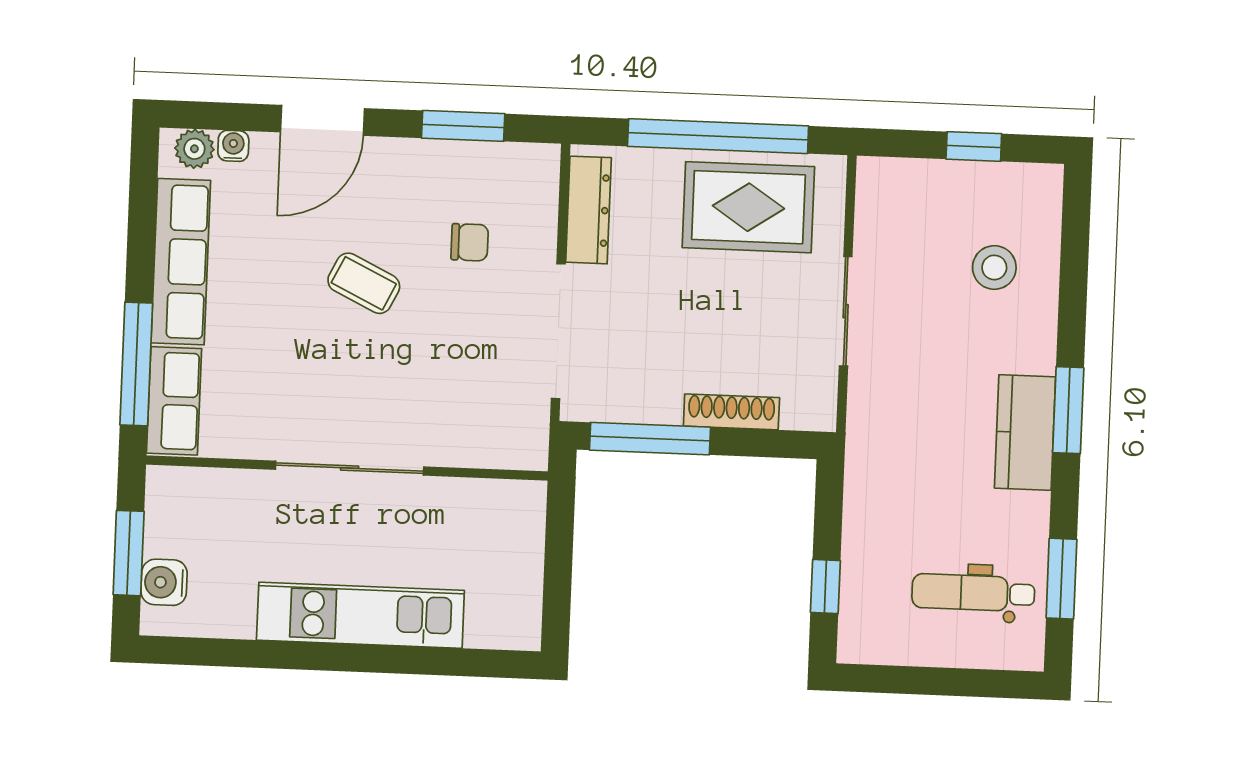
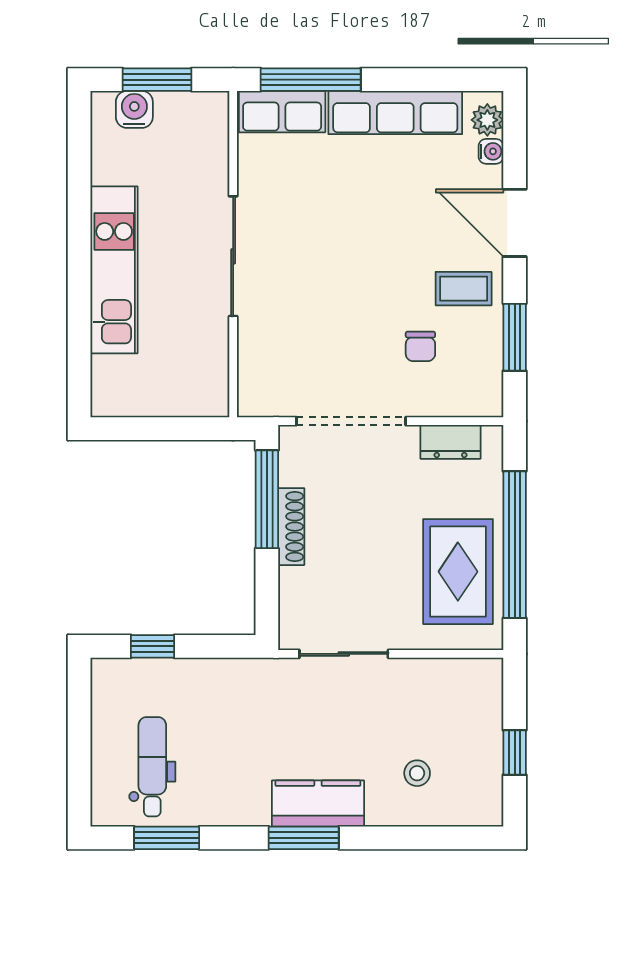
dresser: (589, 210) -> (451, 442), width x0.70
stool: (994, 267) -> (417, 773), width x0.73, depth x0.73
coffee table: (364, 283) -> (464, 289), moved, turned 64
sliding door: (846, 311) -> (344, 654), moved
shoe rack: (731, 412) -> (291, 527), moved
kitchen counter: (1025, 432) -> (318, 804), moved

